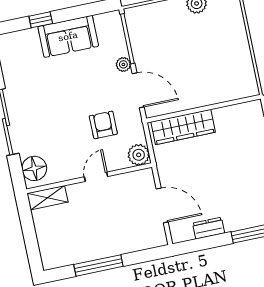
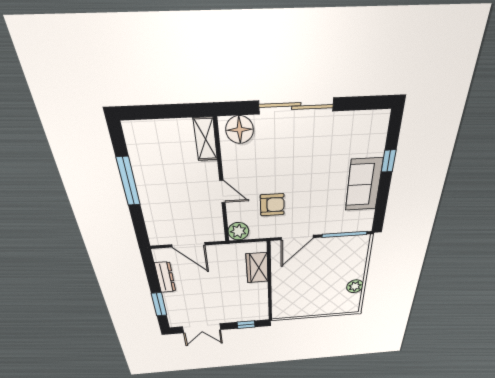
plant: (123, 64) -> (323, 229), removed
wardrobe: (183, 127) -> (257, 268), width x0.67
door: (162, 205) -> (188, 245), hinge flipped
dresser: (208, 228) -> (165, 277), width x1.44

